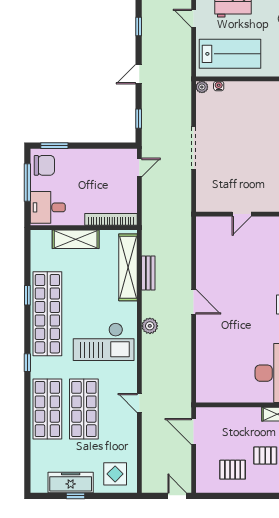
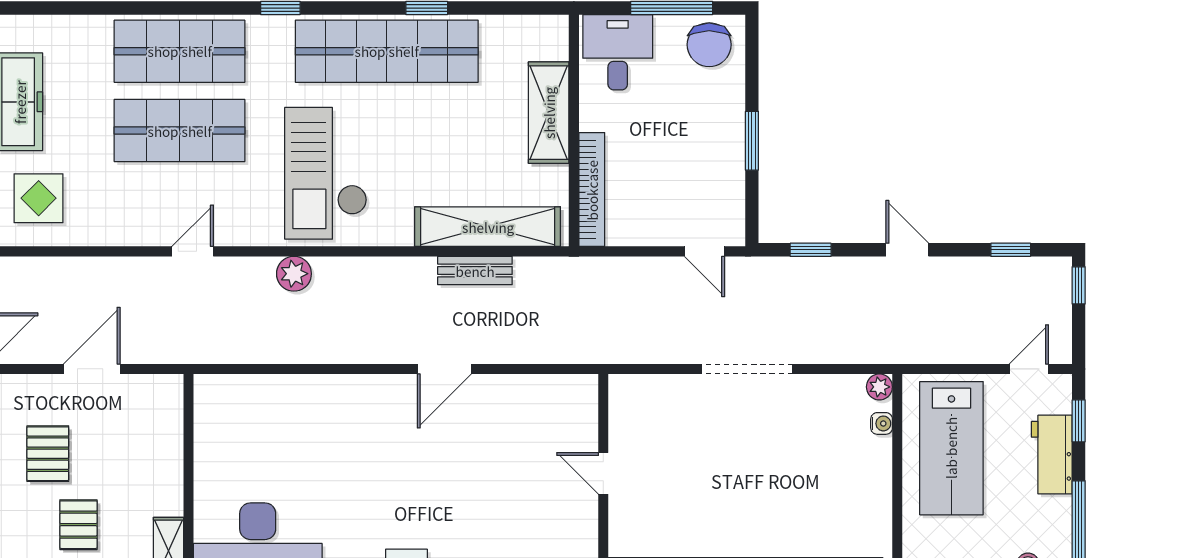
window: (54, 146) -> (752, 141), moved
door: (194, 302) -> (444, 369), moved
plant: (150, 326) -> (294, 274), moved
door: (194, 432) -> (92, 369), moved

